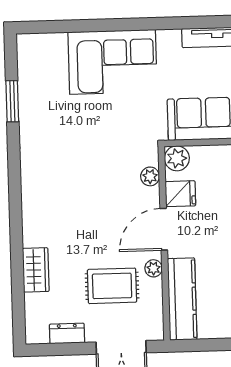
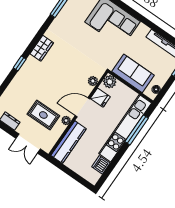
window: (16, 233) -> (20, 63), added
wardrobe: (36, 270) -> (42, 48), moved

